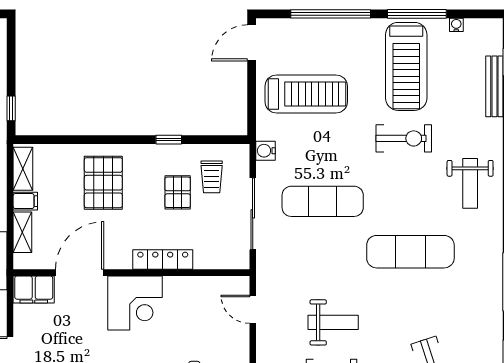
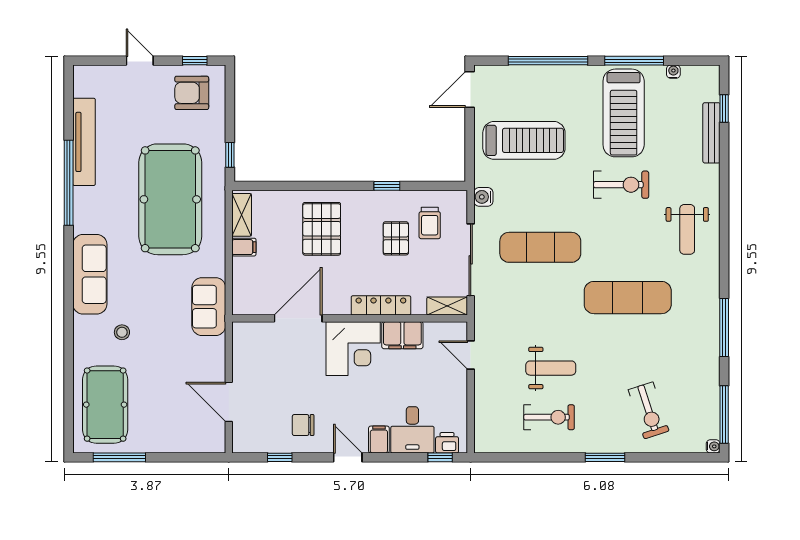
shelving: (22, 232) -> (447, 306), moved, turned 90
filing cabinet: (34, 290) -> (402, 335), moved

